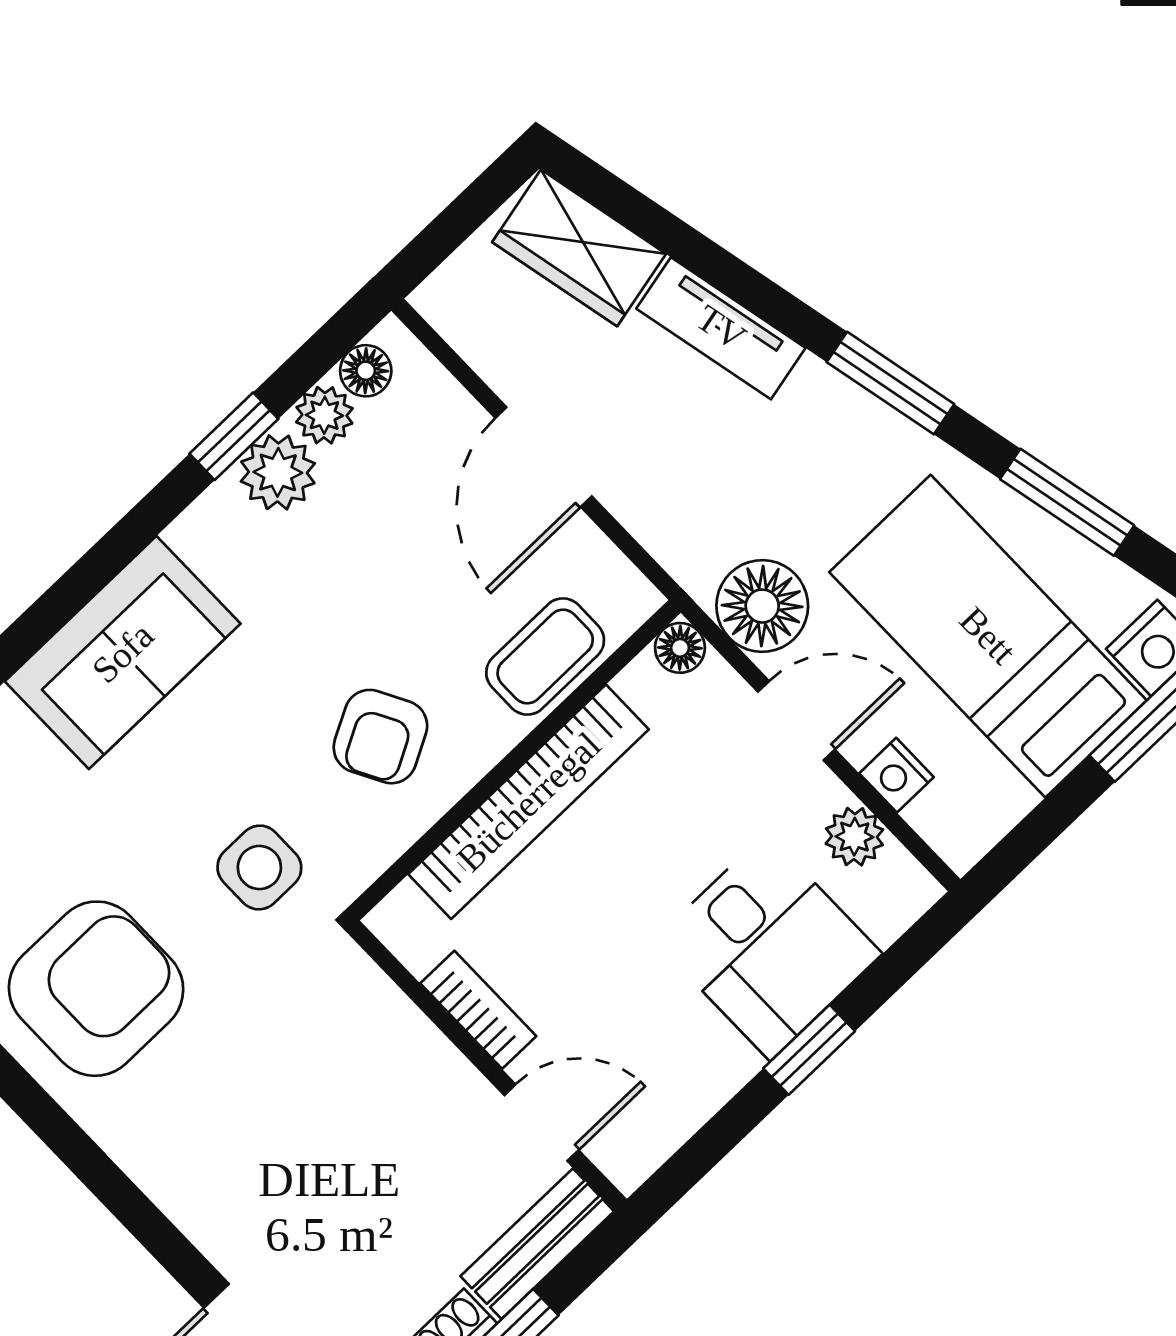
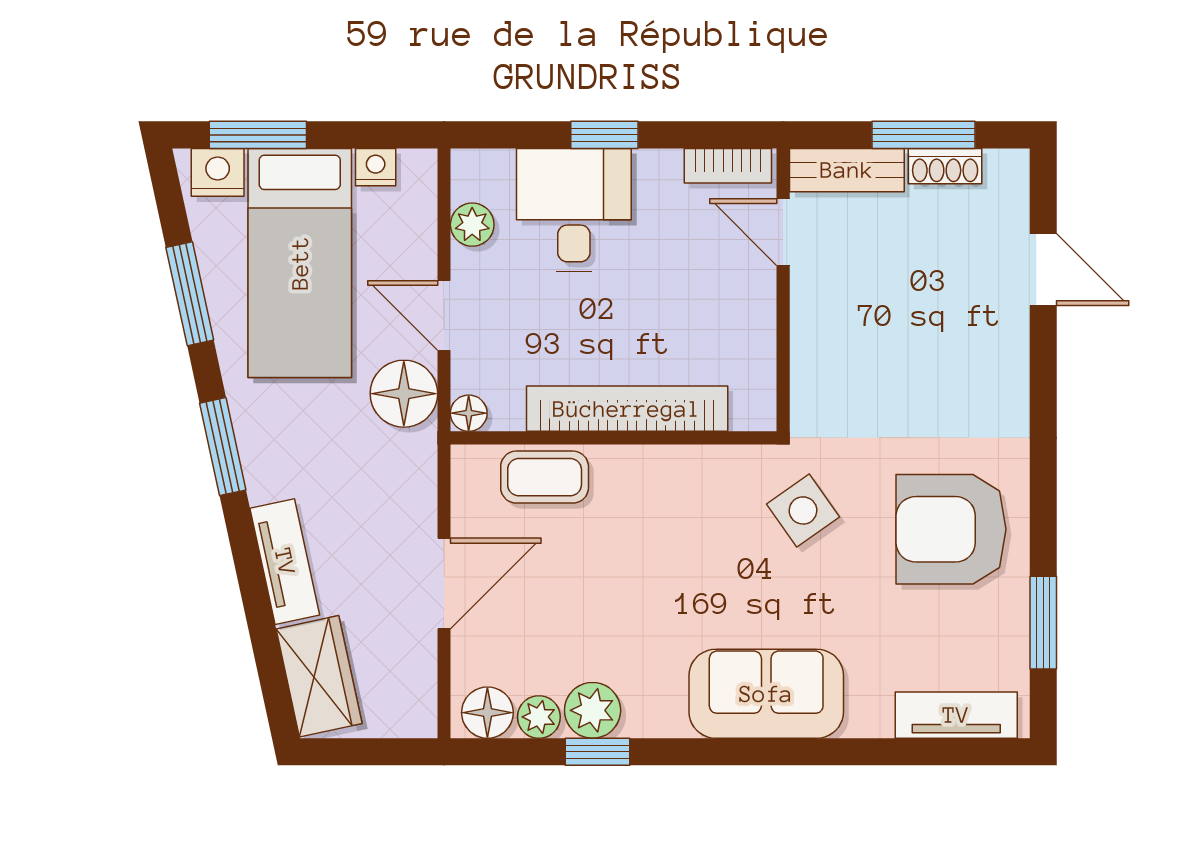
floor lamp: (366, 371) -> (487, 713), width x1.37, depth x1.37
armchair: (380, 737) -> (672, 518), removed
nightstand: (896, 775) -> (376, 167), moved, turned -90
side table: (259, 868) -> (803, 510), turned -35
bookcase: (478, 1010) -> (728, 166), moved, turned -90

